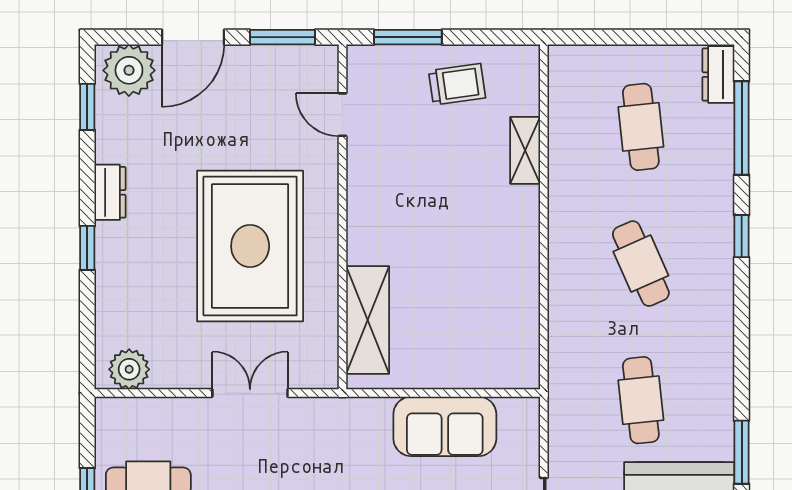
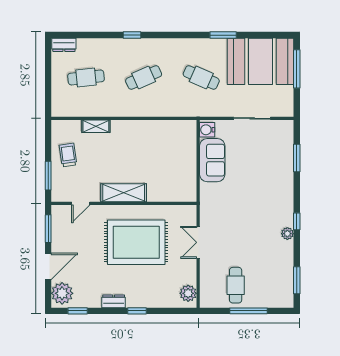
door: (193, 37) -> (48, 266), hinge flipped
window: (742, 128) -> (86, 35), removed
shelving: (368, 320) -> (124, 193), moved
cafe table: (641, 400) -> (201, 77), turned 30
water cooler: (517, 414) -> (207, 130), added

